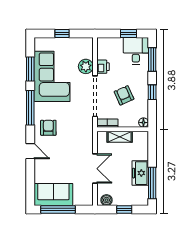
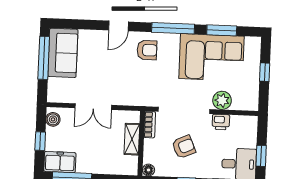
freezer: (140, 173) -> (60, 162), moved

